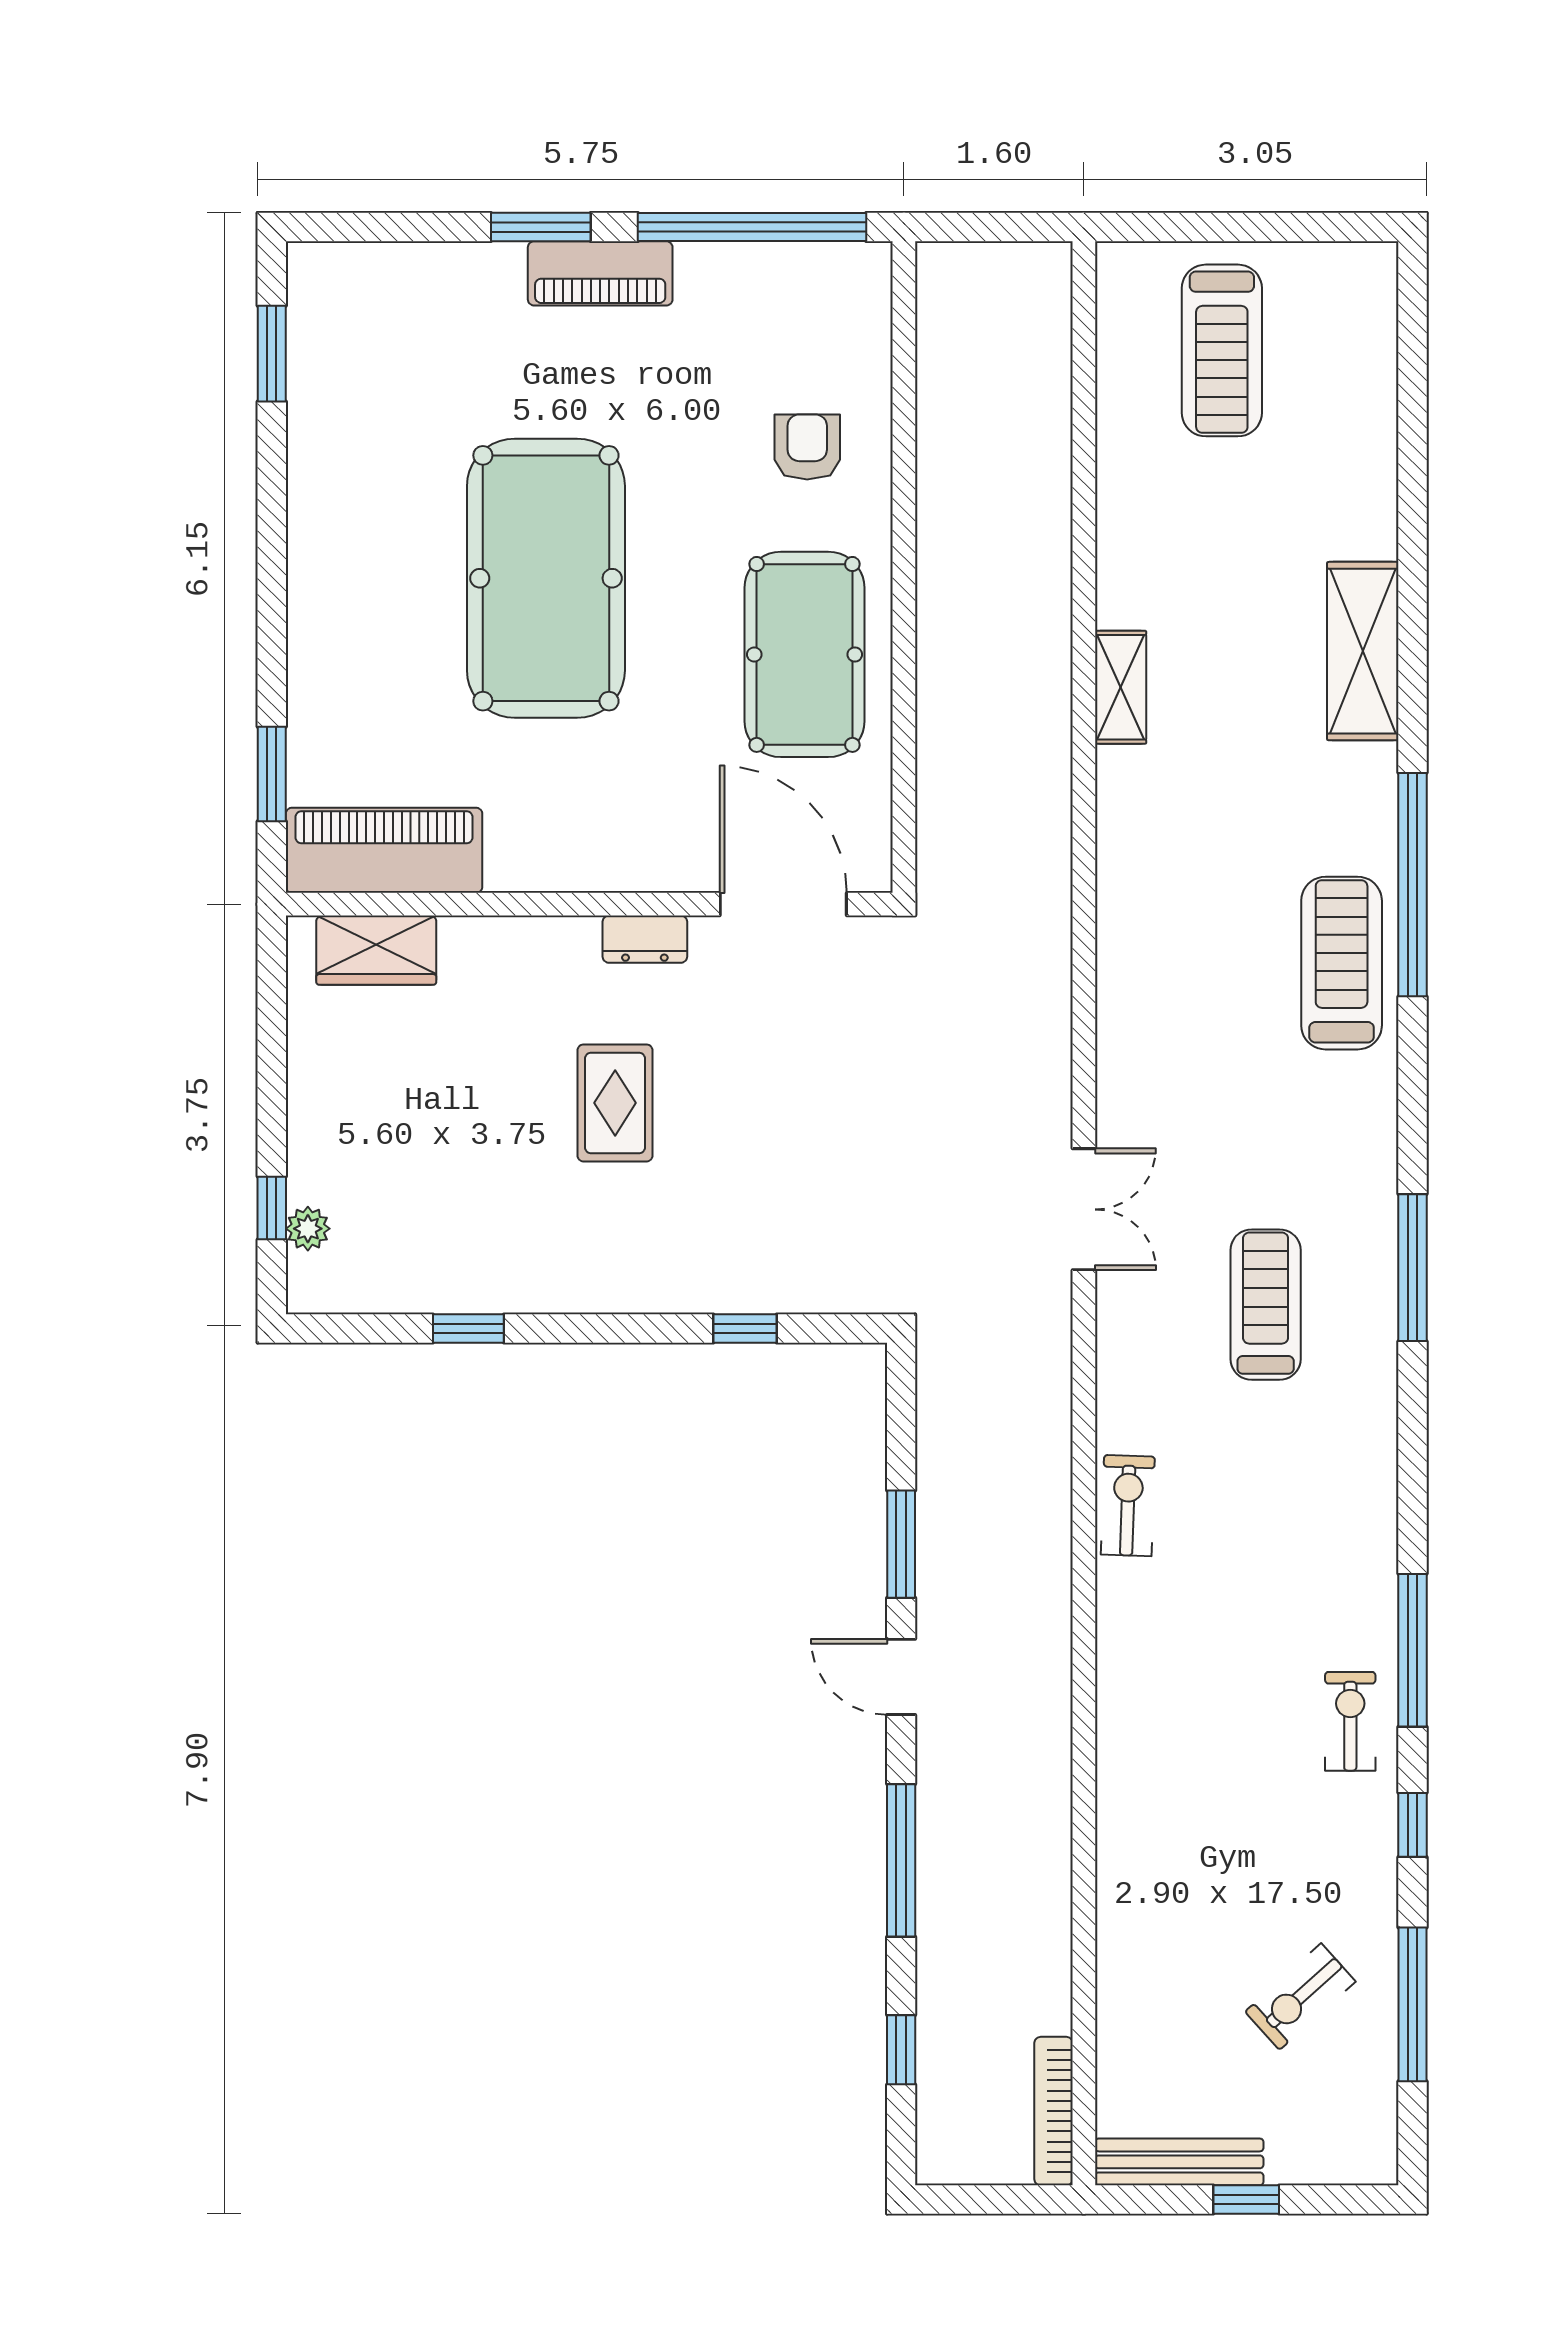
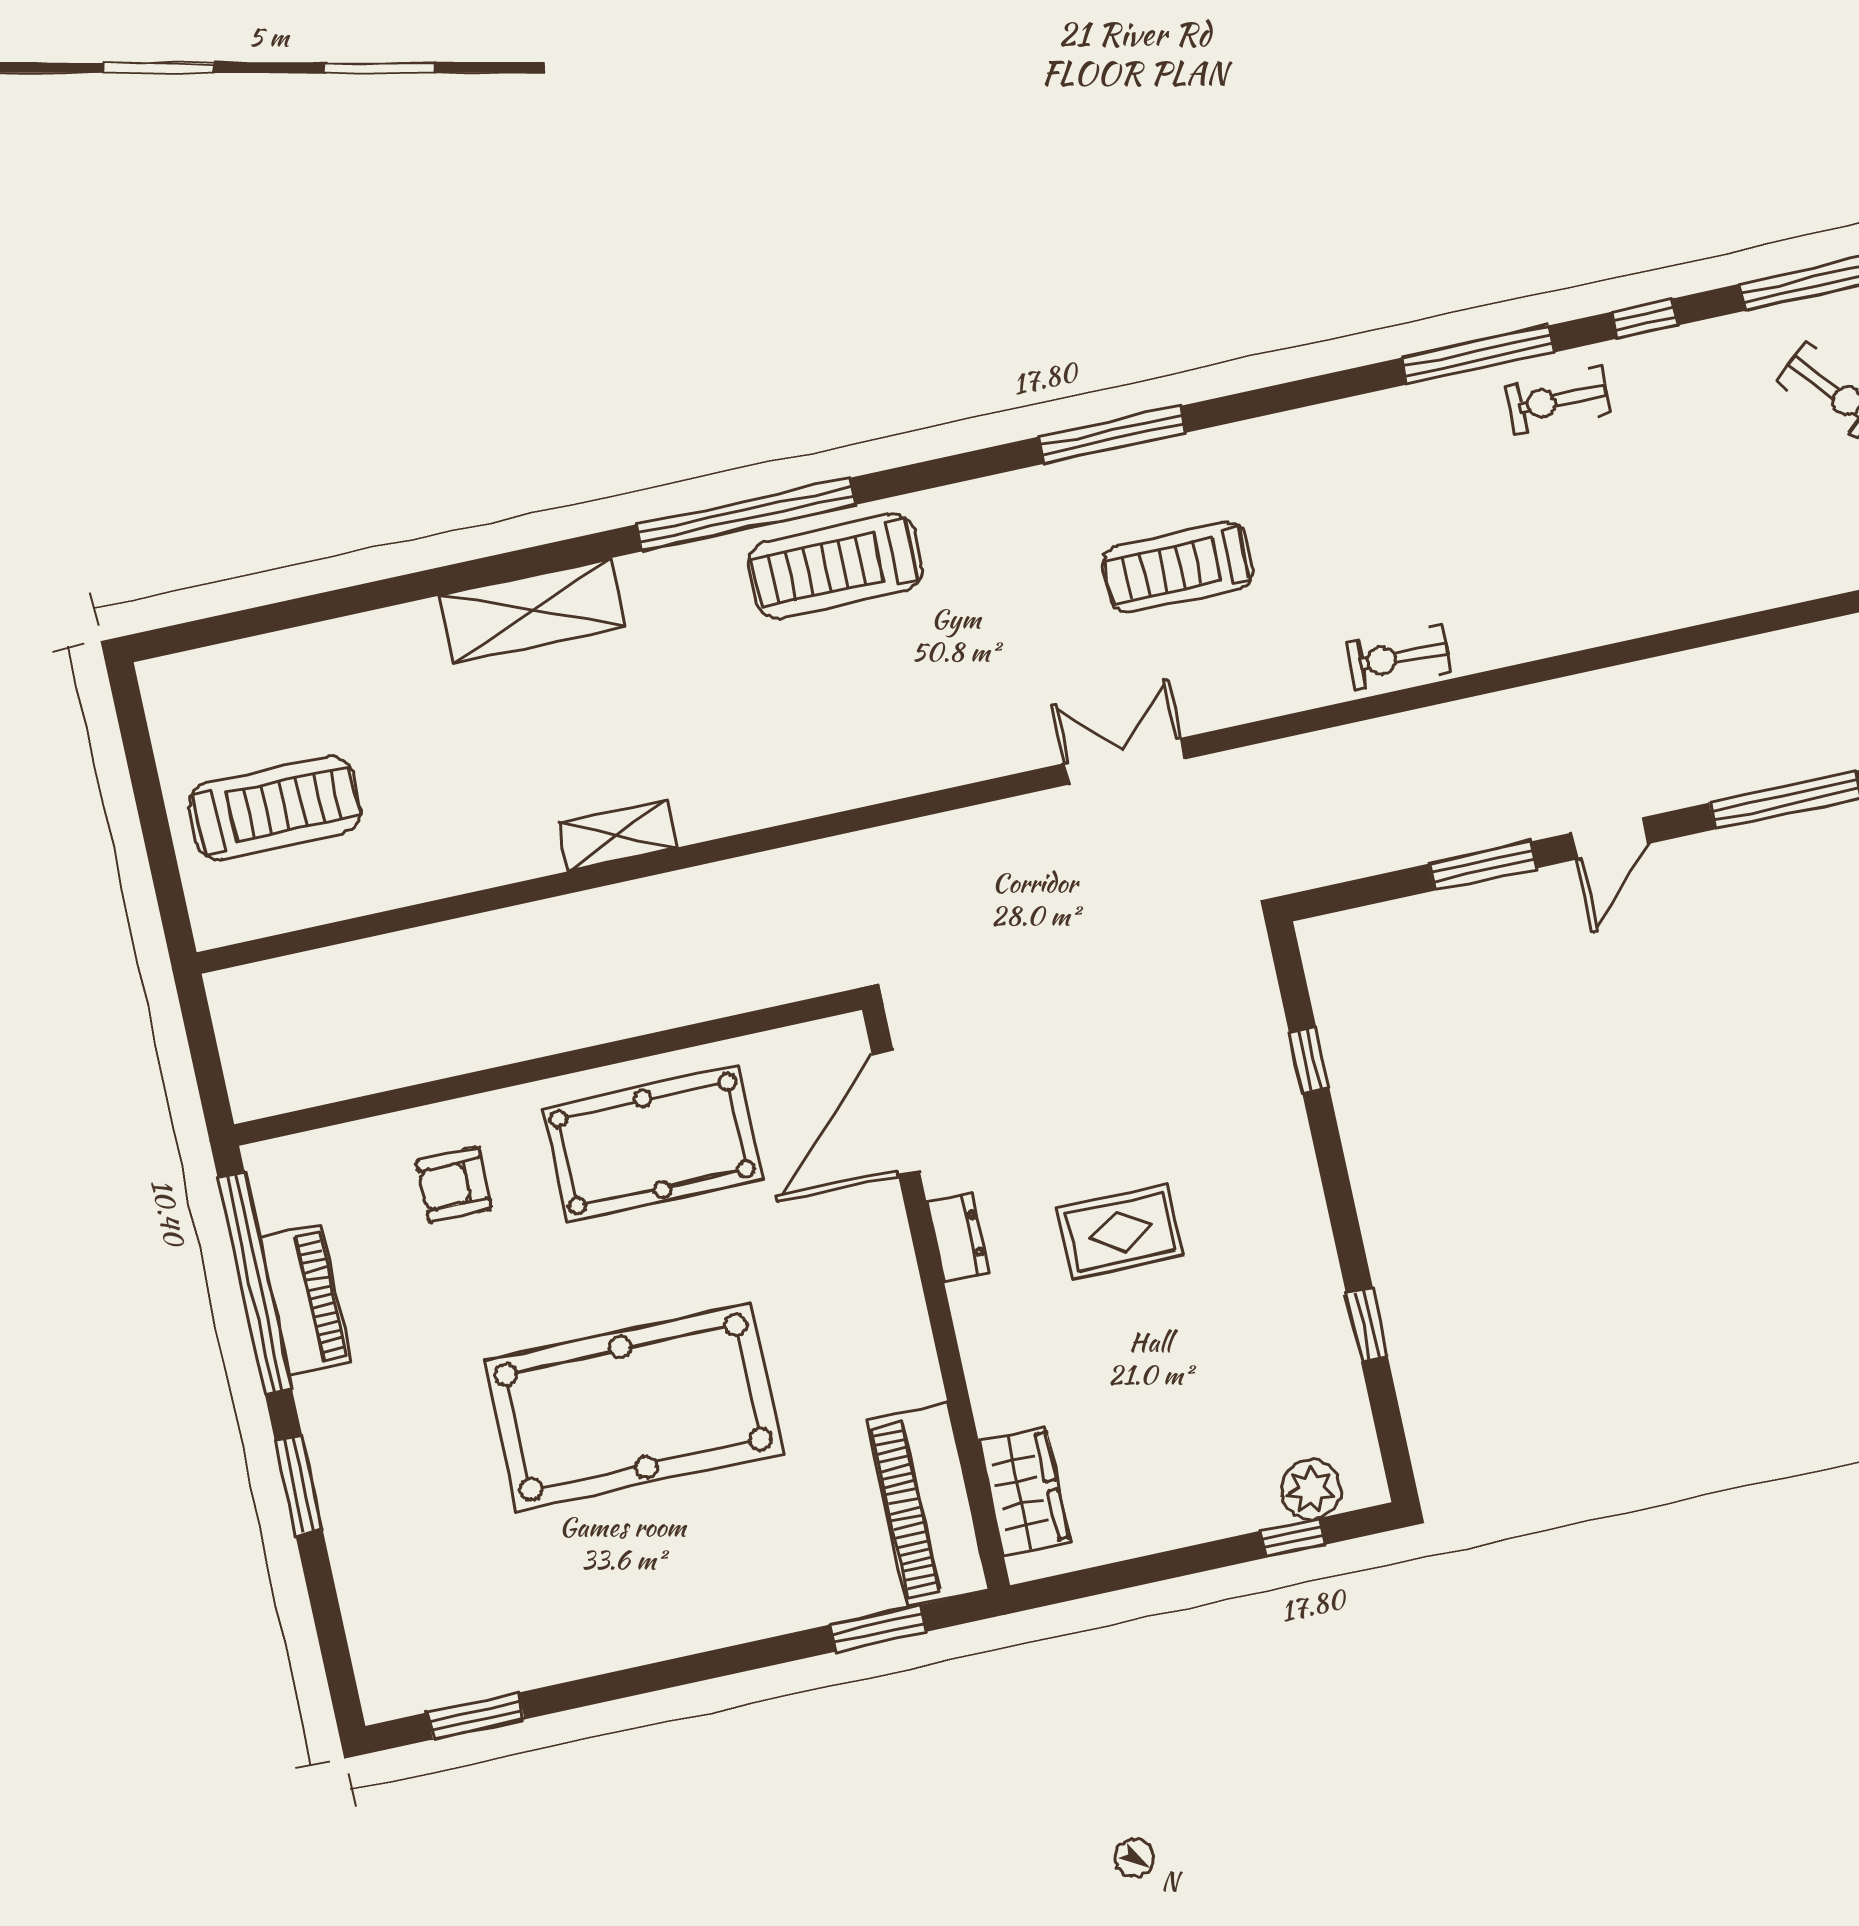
piano: (600, 273) -> (305, 1300), moved
plant: (308, 1229) -> (1311, 1489), width x1.38, depth x1.38

